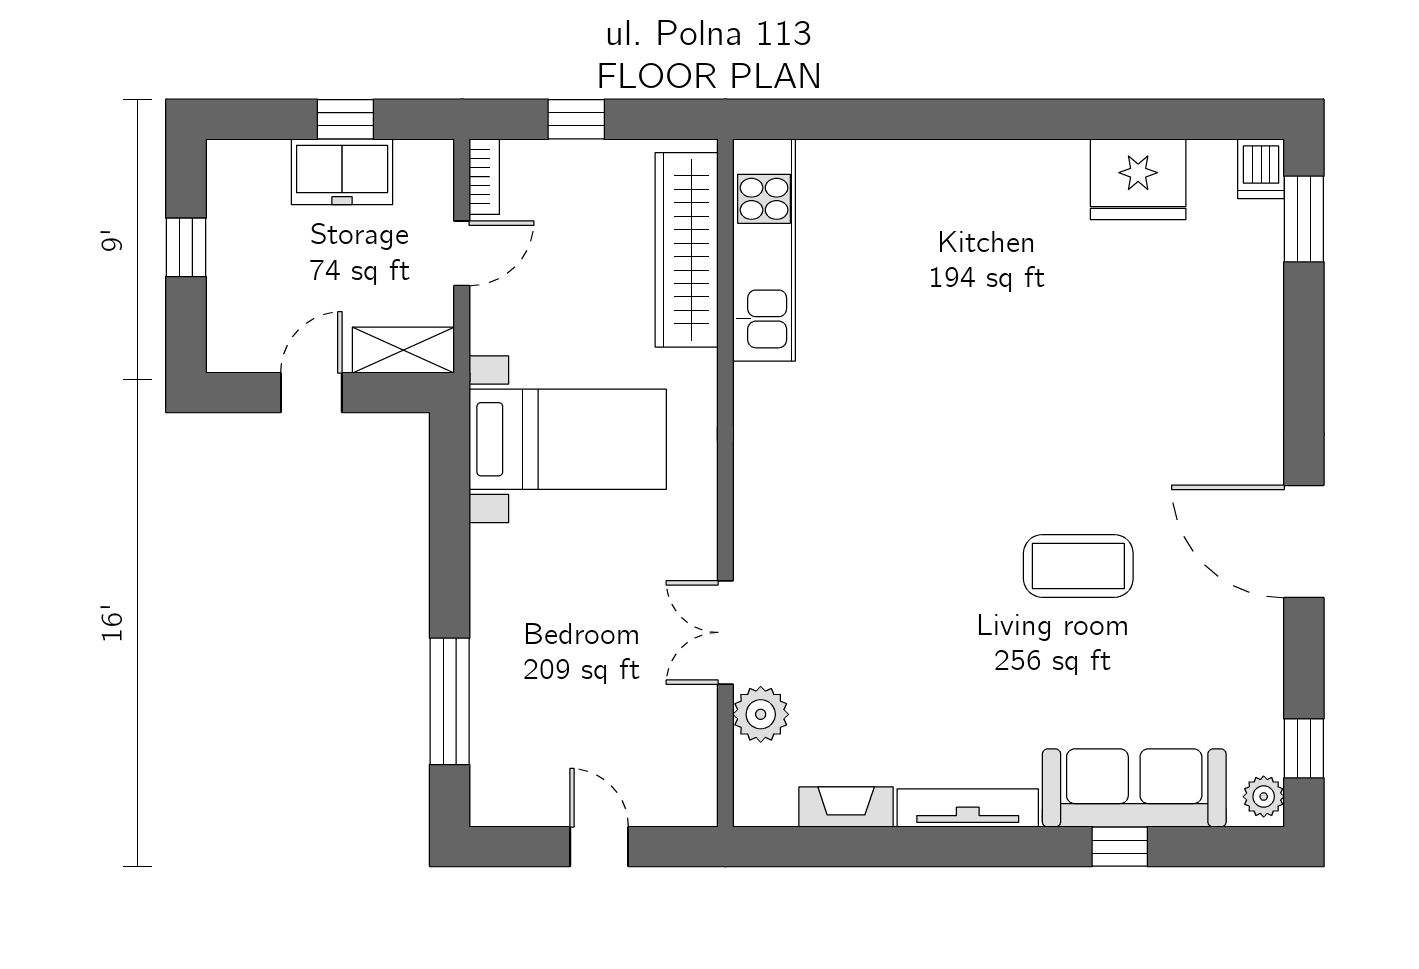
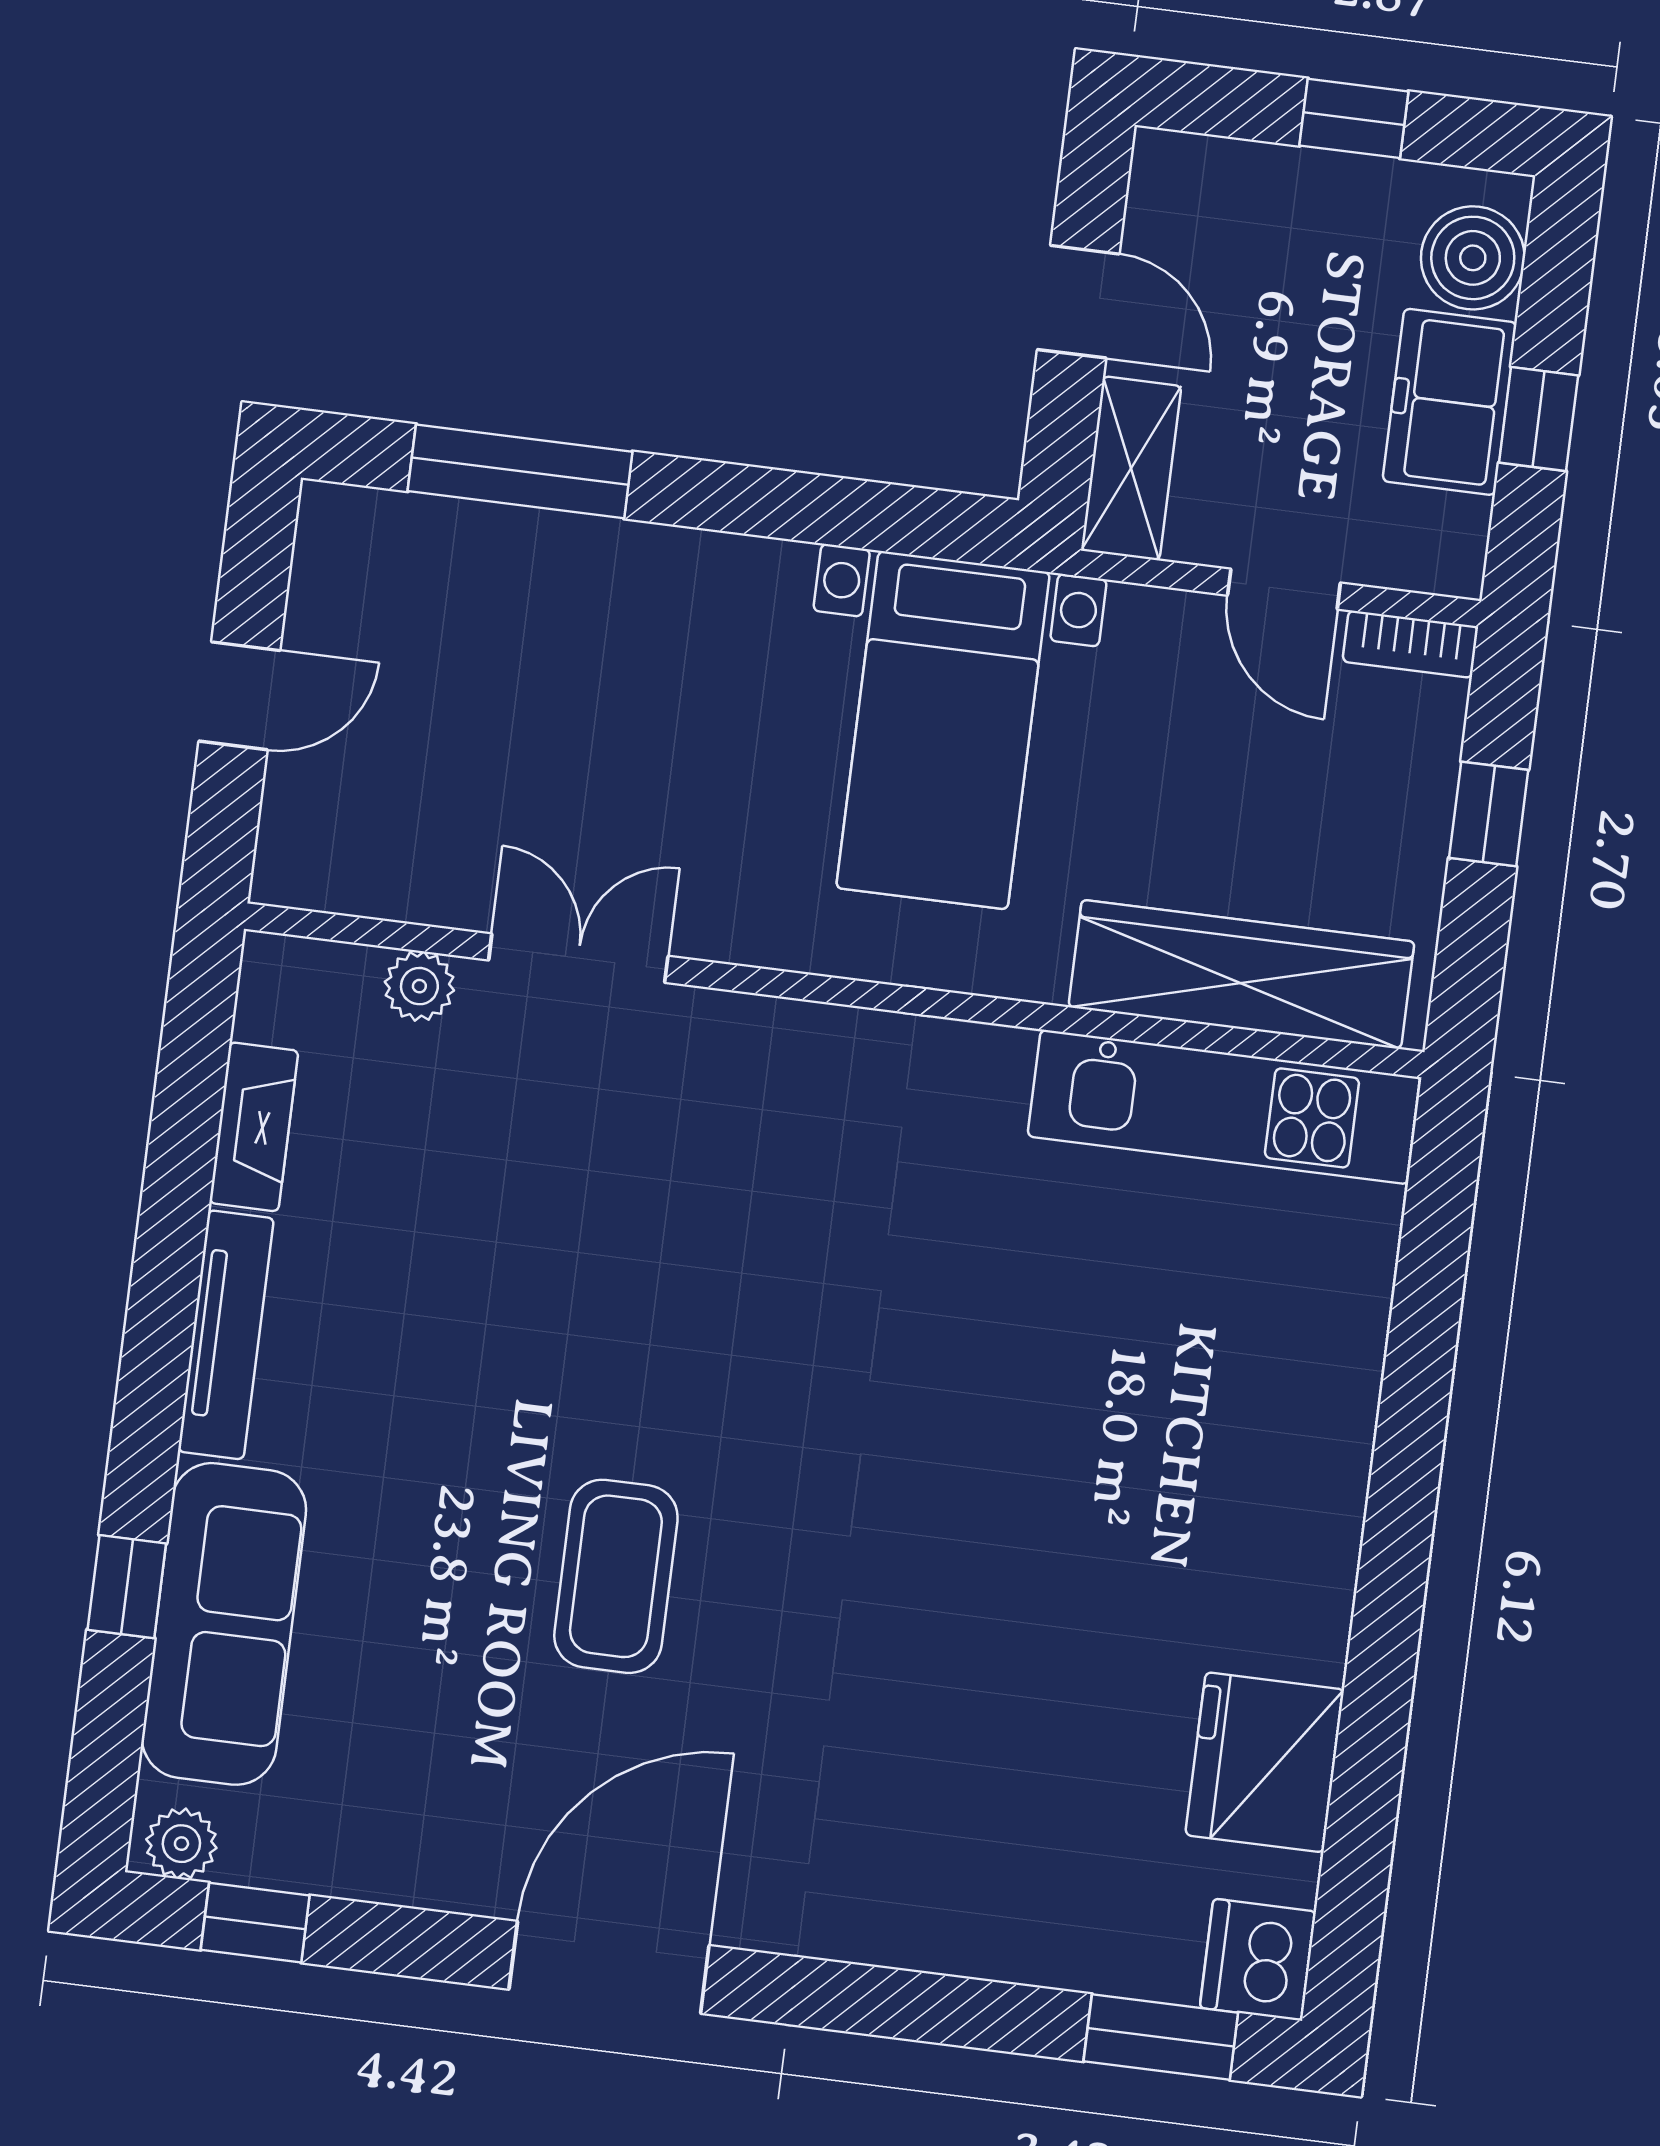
boiler: (258, 169) -> (1473, 258), added
dishwasher: (1261, 169) -> (1258, 1960), width x1.38
plant: (761, 714) -> (419, 986), width x0.73, depth x0.73

